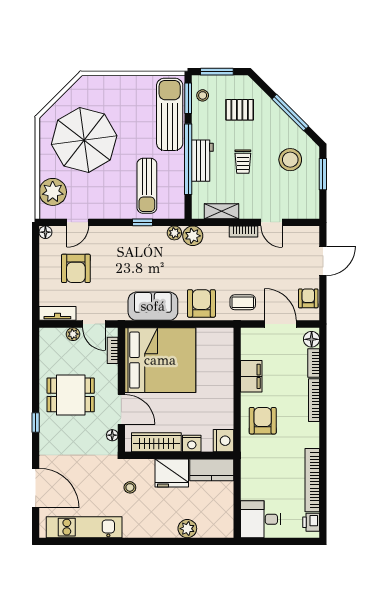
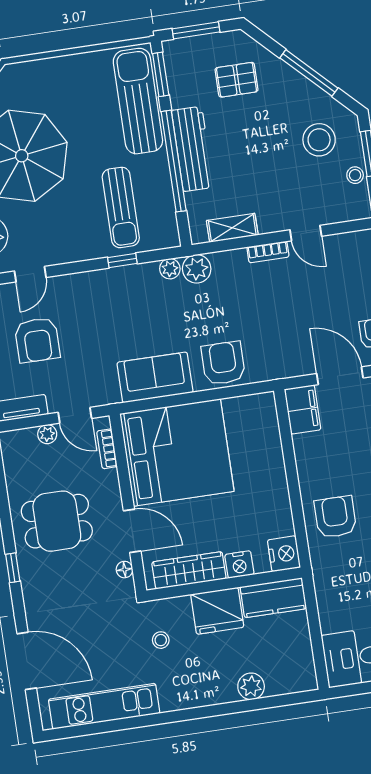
stool: (203, 95) -> (355, 175), moved
workbench: (202, 161) -> (193, 149), width x1.38
trolley: (243, 162) -> (252, 153), removed
coffee table: (243, 302) -> (282, 353), removed
filing cabinet: (251, 376) -> (303, 409), moved

